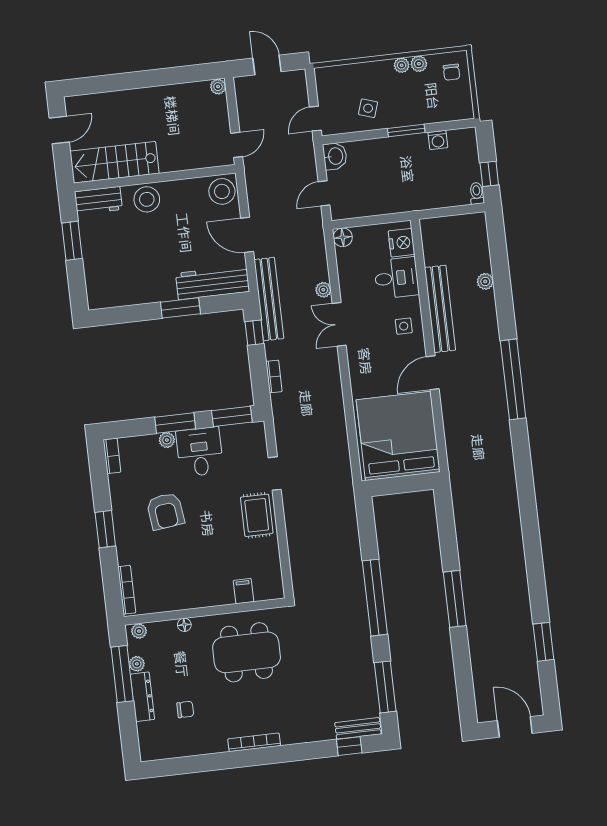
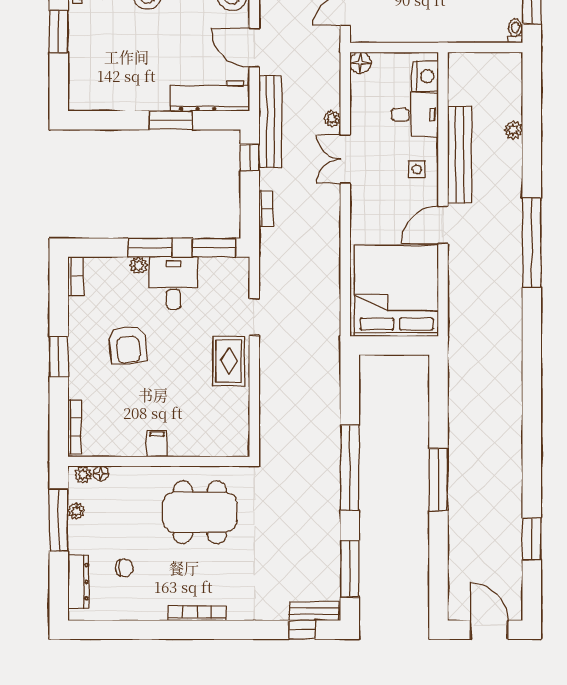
filing cabinet: (244, 591) -> (157, 444), moved
floor lamp: (184, 625) -> (101, 474), moved
dresser: (142, 697) -> (78, 582), moved

